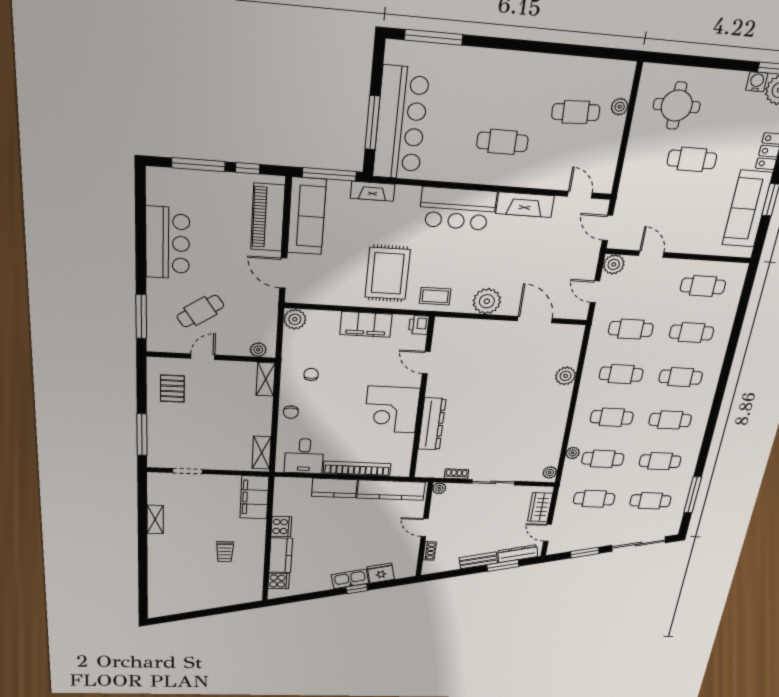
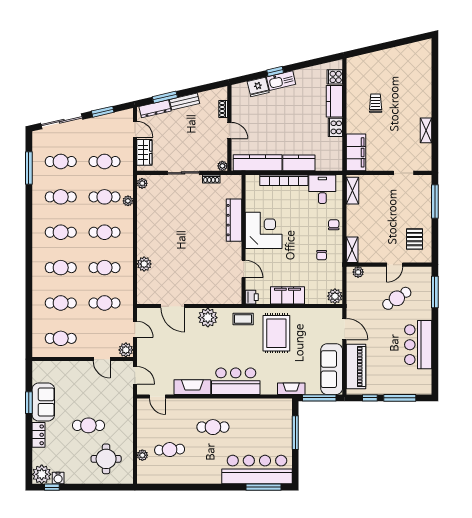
bar counter: (401, 123) -> (257, 469), moved, turned 90
sofa: (747, 209) -> (43, 402), width x0.73

